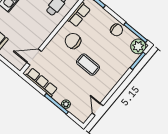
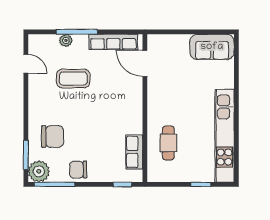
chair: (73, 41) -> (52, 136), moved
door: (34, 57) -> (145, 63), swing flipped
coffee table: (88, 65) -> (73, 79), moved

